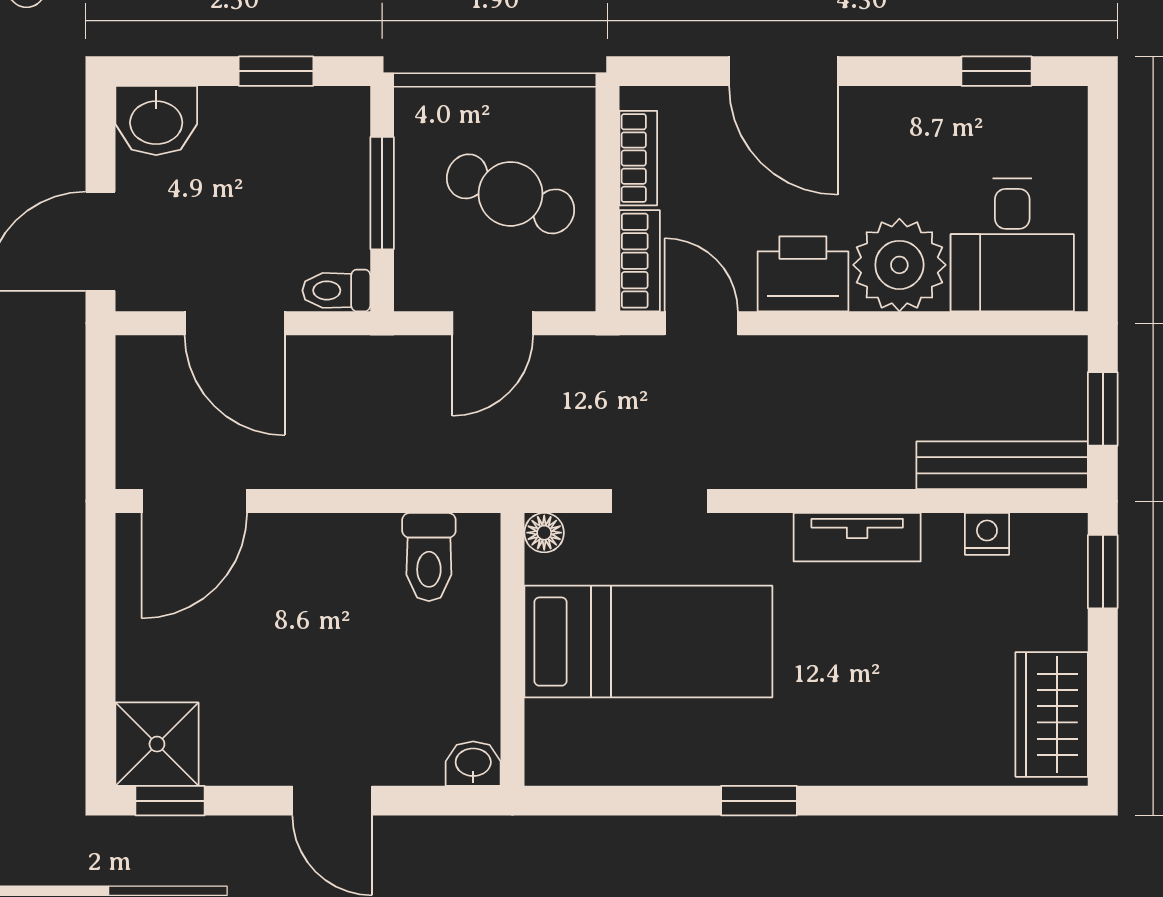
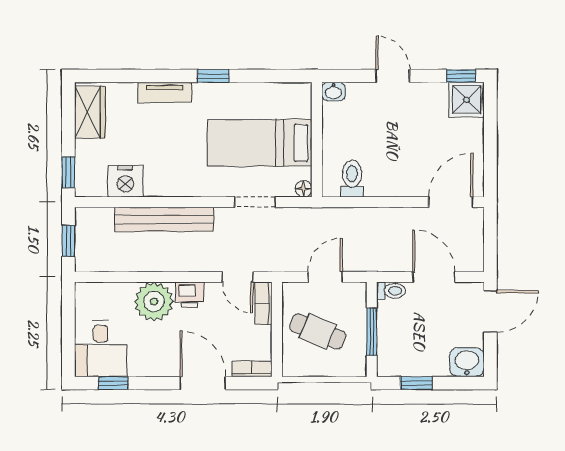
bookcase: (638, 158) -> (252, 369), moved, turned 90
desk: (1012, 245) -> (101, 349), moved, turned 180
printer: (803, 274) -> (190, 295), width x0.73, depth x0.81
bench: (1002, 465) -> (164, 219), moved, width x1.37, depth x1.21
nightstand: (987, 534) -> (125, 181), width x1.89, depth x1.79
tv unit: (857, 537) -> (165, 92), moved, turned 180

